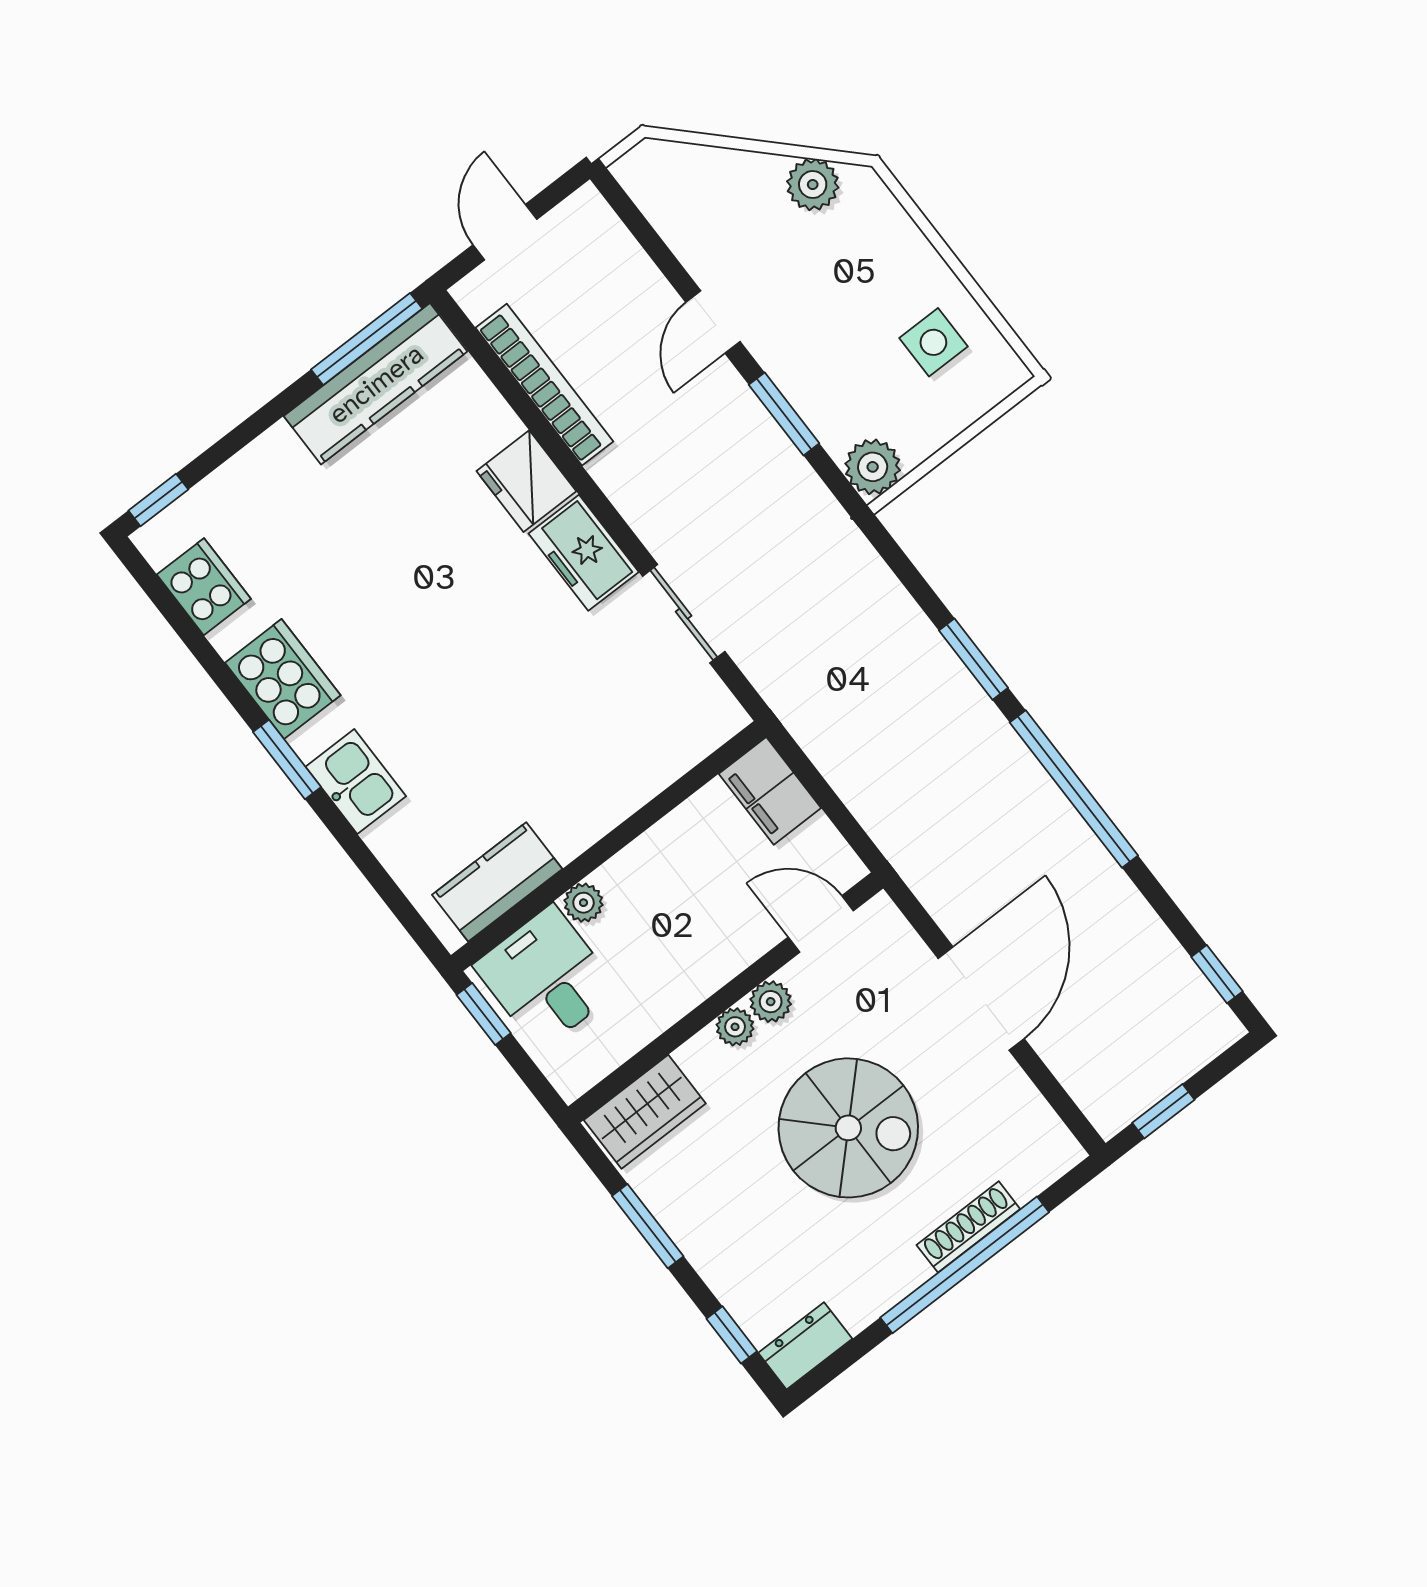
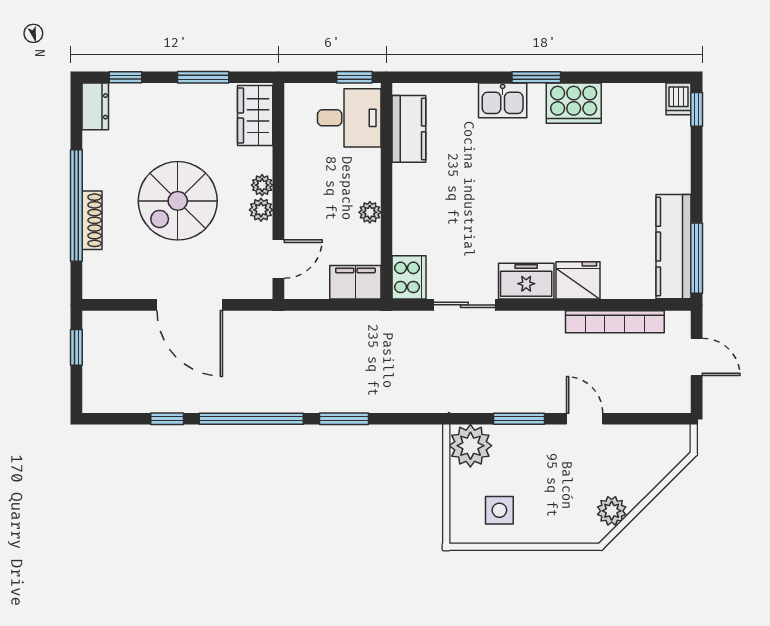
plant: (873, 467) -> (470, 446), width x1.36, depth x1.36
dishwasher: (163, 537) -> (679, 99), added
cooker: (204, 587) -> (409, 277), moved, turned -90
plant: (583, 903) -> (370, 212), moved
window: (1217, 974) -> (167, 419), moved

